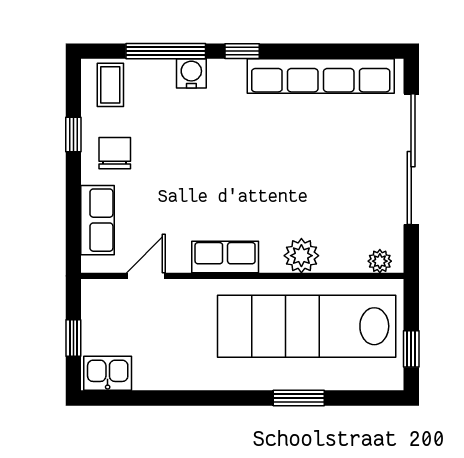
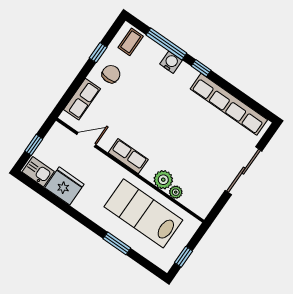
sliding door: (411, 159) -> (244, 171), width x0.73
plant: (380, 261) -> (176, 192), moved
lab bench: (307, 326) -> (143, 213), width x0.73
fridge: (161, 367) -> (64, 186), added

